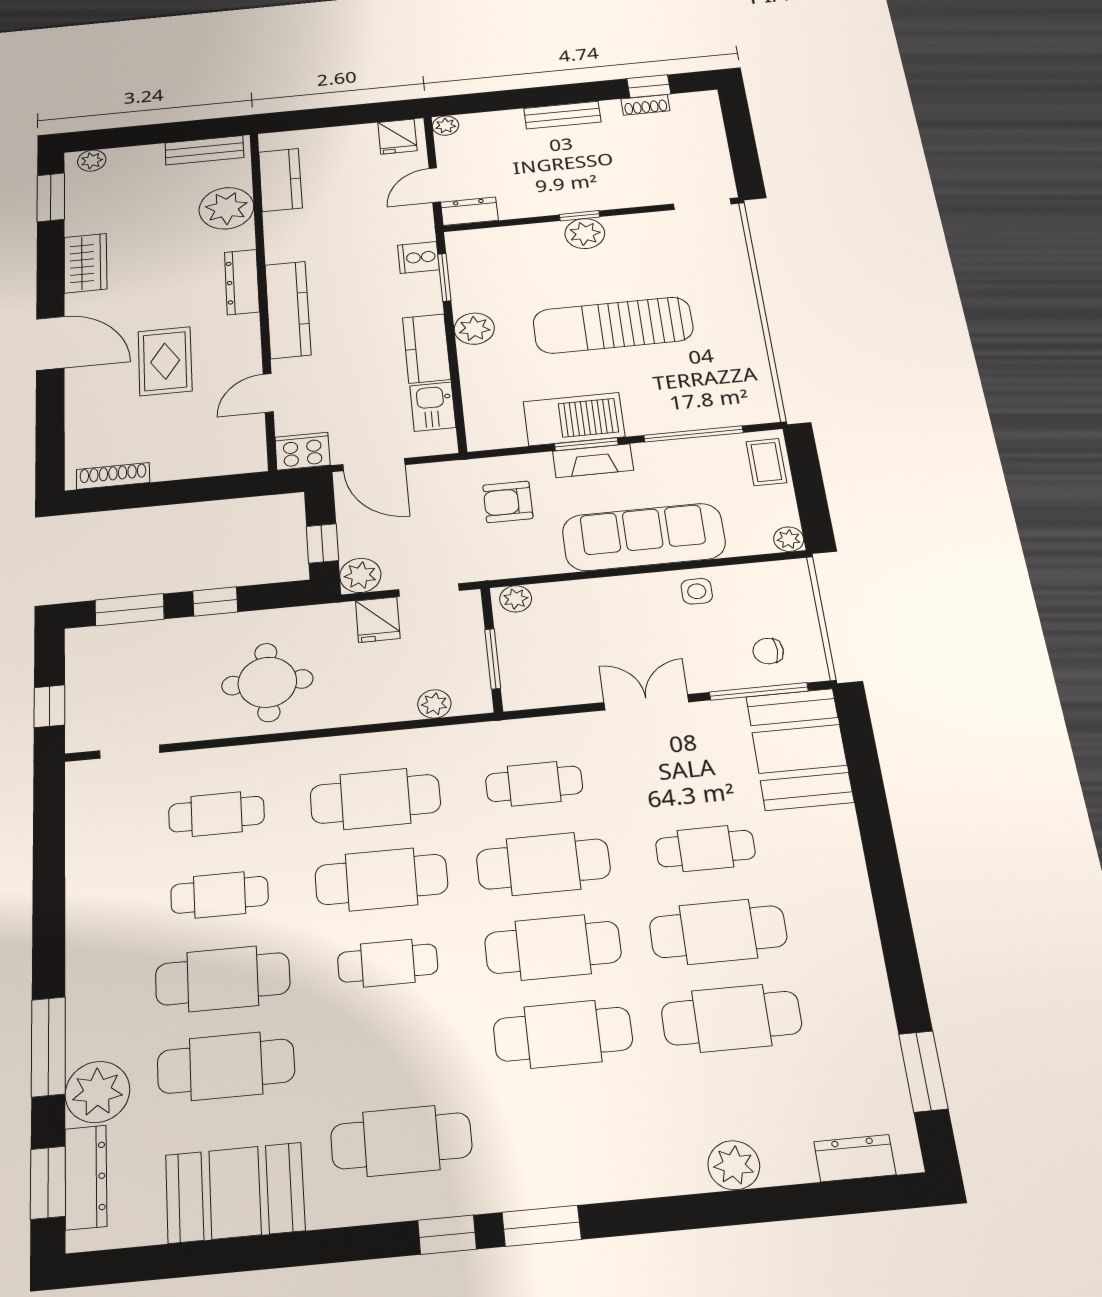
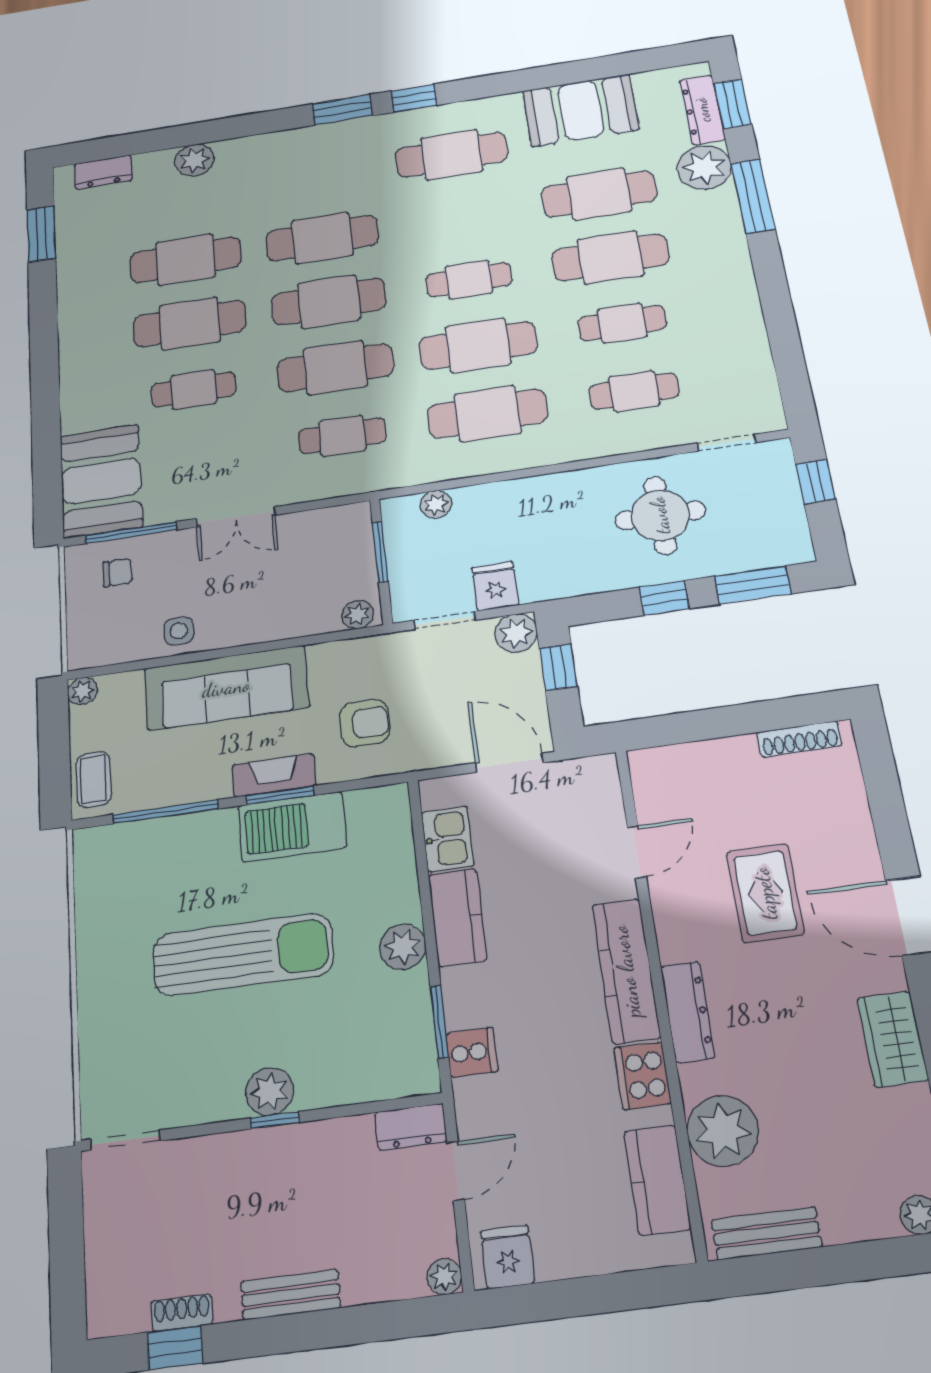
cooker: (302, 451) -> (642, 1076), moved, turned 90
round table: (267, 682) -> (660, 515), moved

